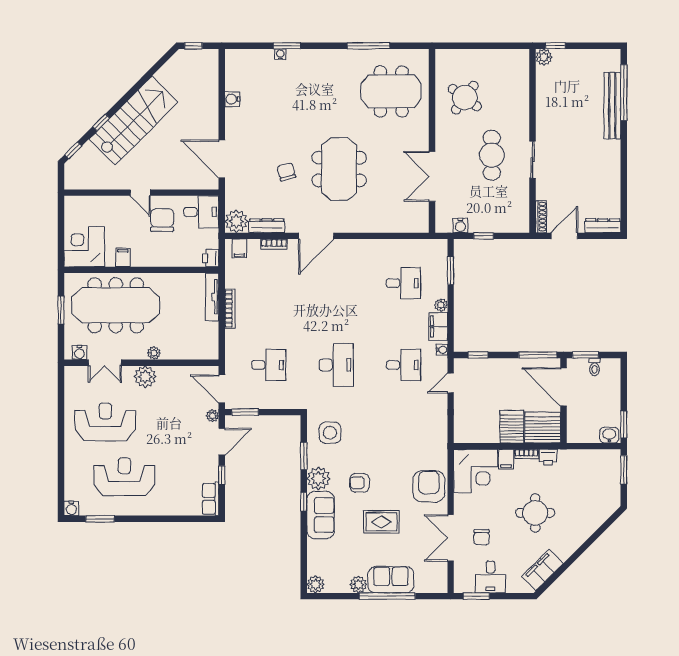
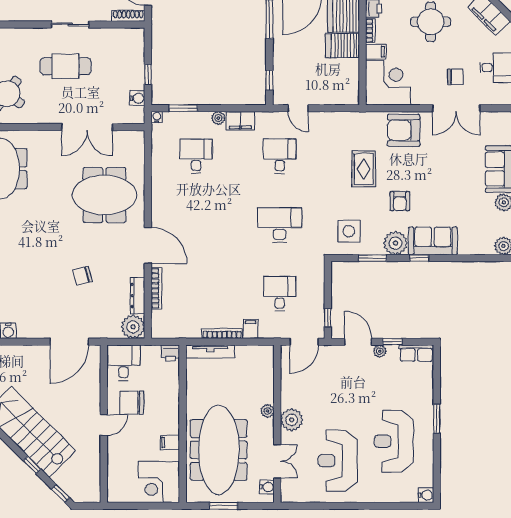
meeting table: (339, 169) -> (104, 195), moved
bookcase: (274, 244) -> (156, 288), width x1.56
filing cabinet: (239, 248) -> (250, 329), moved, turned -90
water cooler: (442, 350) -> (157, 117), moved
window: (245, 412) -> (328, 318), width x0.67
plant: (213, 416) -> (380, 351), moved
window: (100, 519) -> (437, 419), moved
rug: (381, 522) -> (364, 169), moved

